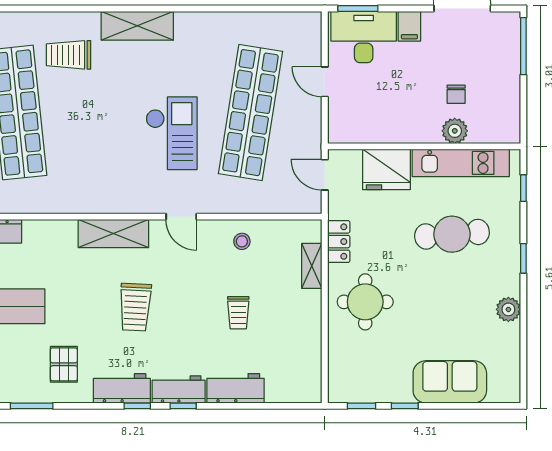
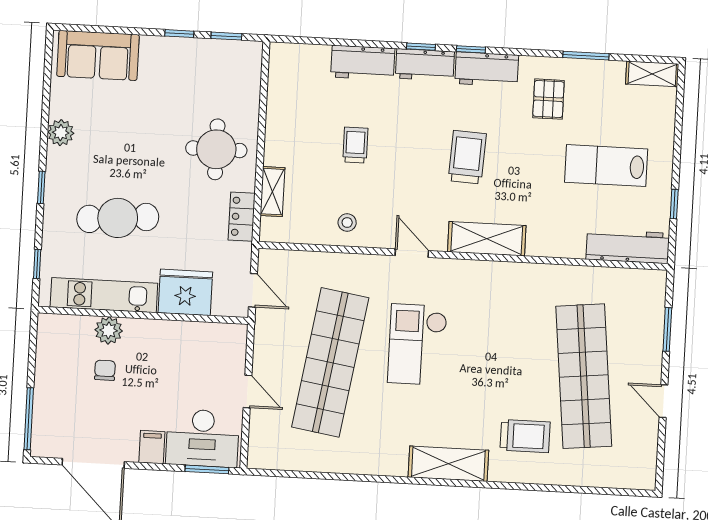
sofa: (450, 382) -> (98, 55), moved

